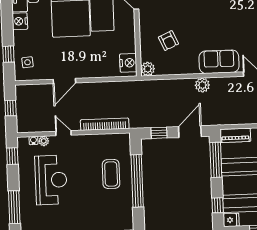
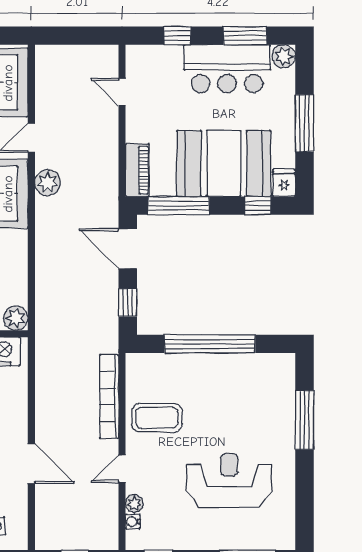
plant: (202, 85) -> (48, 183), moved
coffee table: (111, 174) -> (157, 418), moved
reception desk: (51, 180) -> (229, 480), moved

